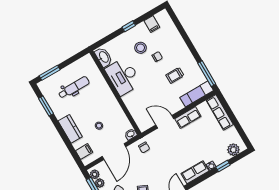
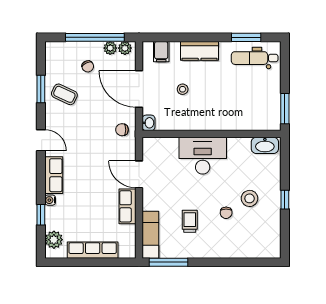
filing cabinet: (152, 24) -> (271, 230), removed
window: (50, 73) -> (285, 109), moved
desk: (123, 76) -> (203, 156), moved
dental chair: (74, 88) -> (255, 58), moved, turned 90
row of seats: (220, 112) -> (93, 250), moved
door: (165, 122) -> (139, 174), swing flipped

